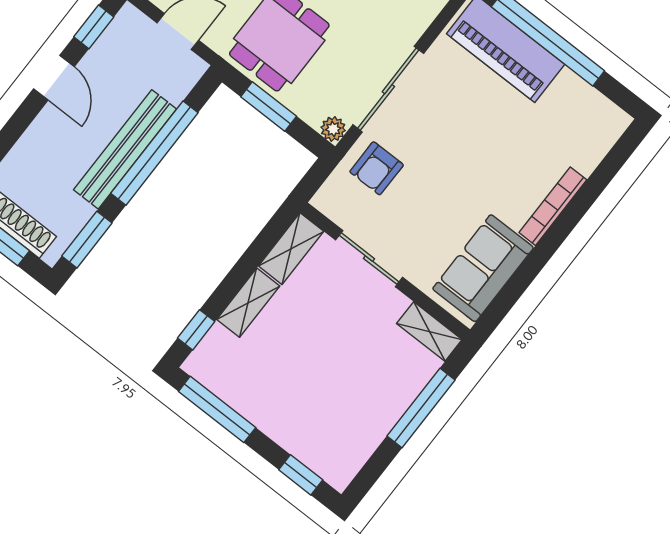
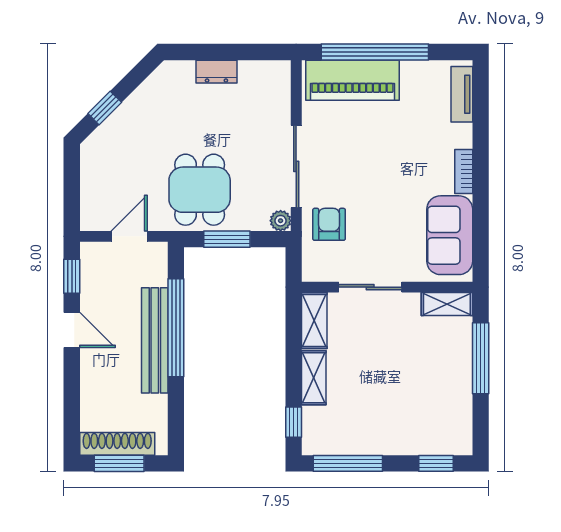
tv unit: (599, 143) -> (462, 94), added
armchair: (377, 168) -> (329, 224), turned 180
bookcase: (553, 206) -> (464, 171), width x0.64
window: (87, 240) -> (176, 419), removed

